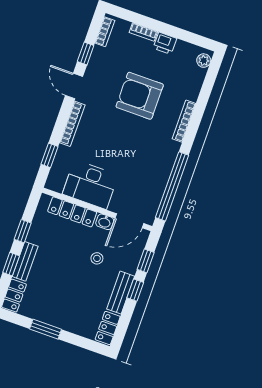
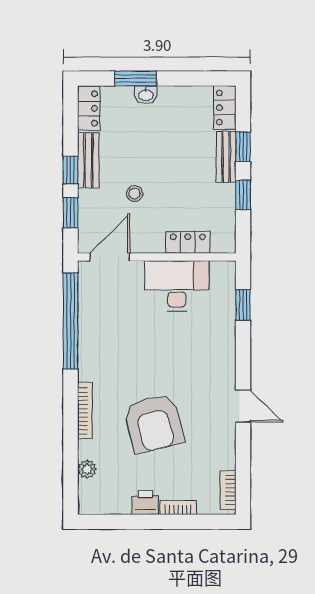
window: (86, 53) -> (243, 453), removed
plant: (204, 61) -> (87, 469), moved
armchair: (140, 96) -> (154, 423), turned 76
bookcase: (72, 124) -> (228, 356), removed
locker: (72, 212) -> (188, 242), width x0.66
washbasin: (105, 222) -> (146, 95), moved, turned 180
window: (45, 329) -> (136, 78), moved

